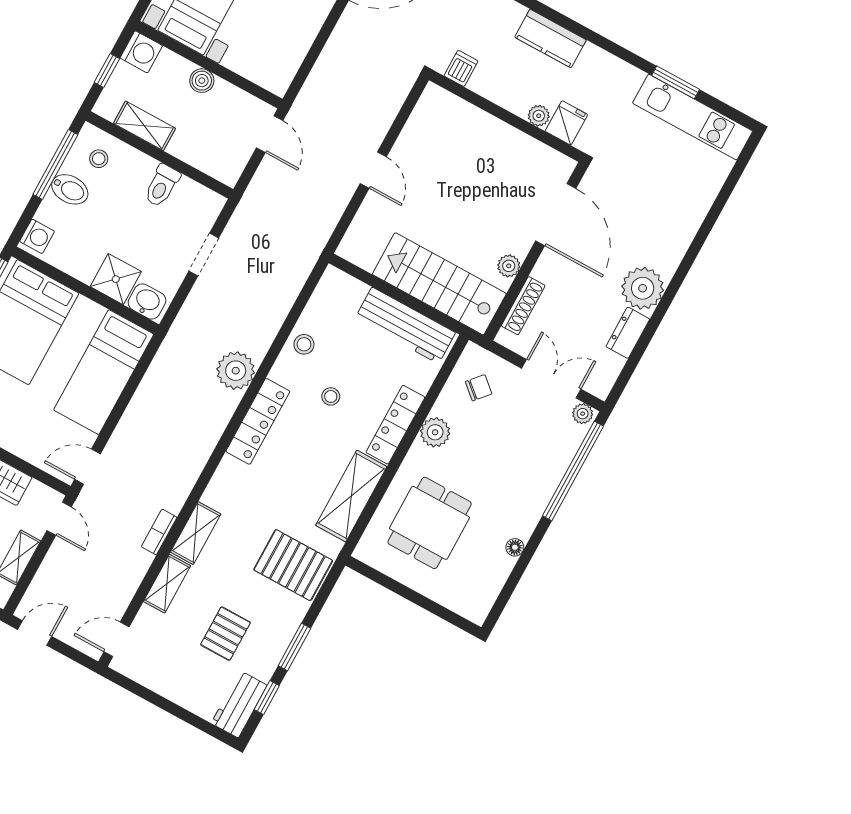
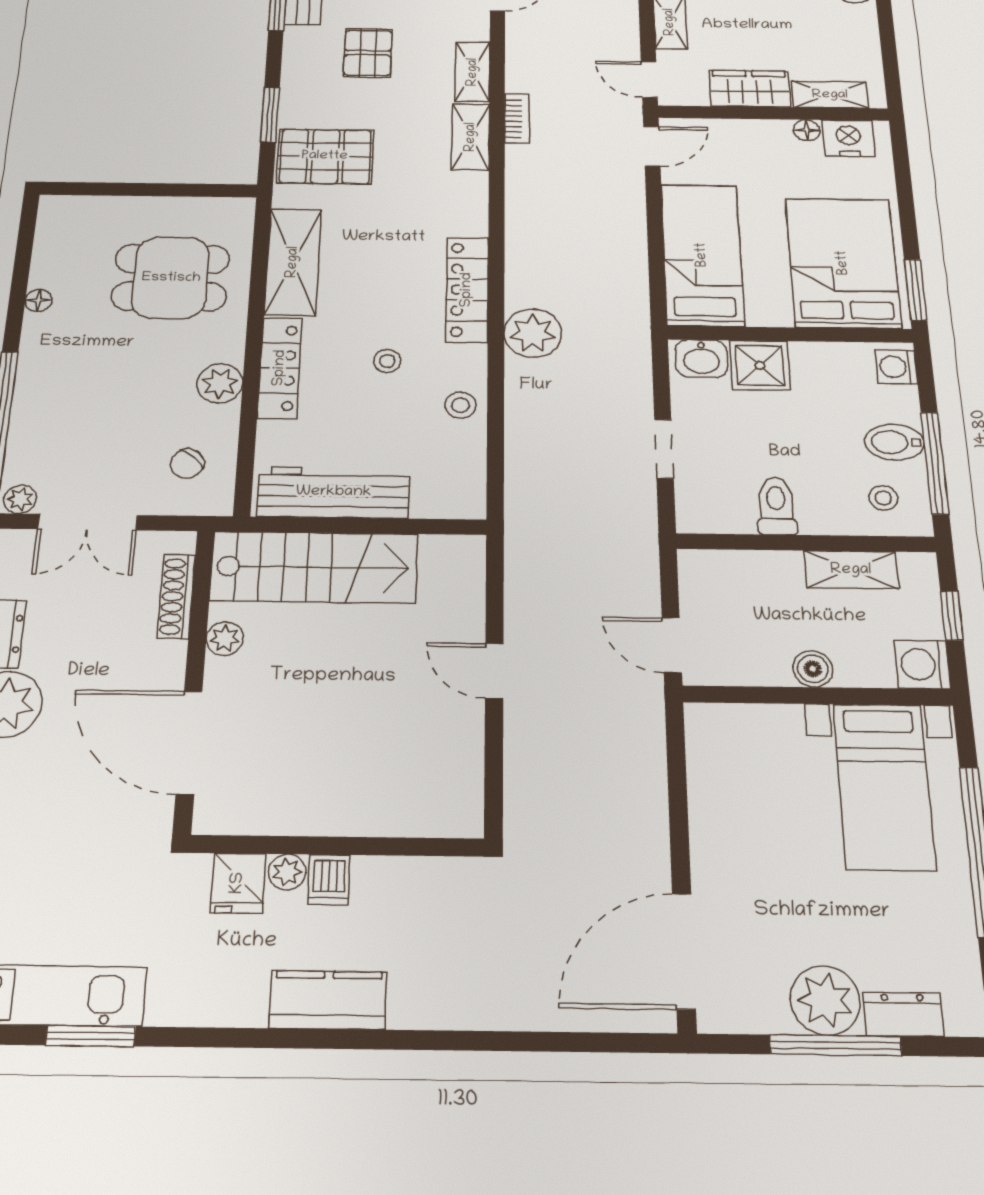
dishwasher: (461, 68) -> (329, 880), moved
dining table: (430, 523) -> (171, 278), turned 90
window: (294, 647) -> (270, 114), moved

